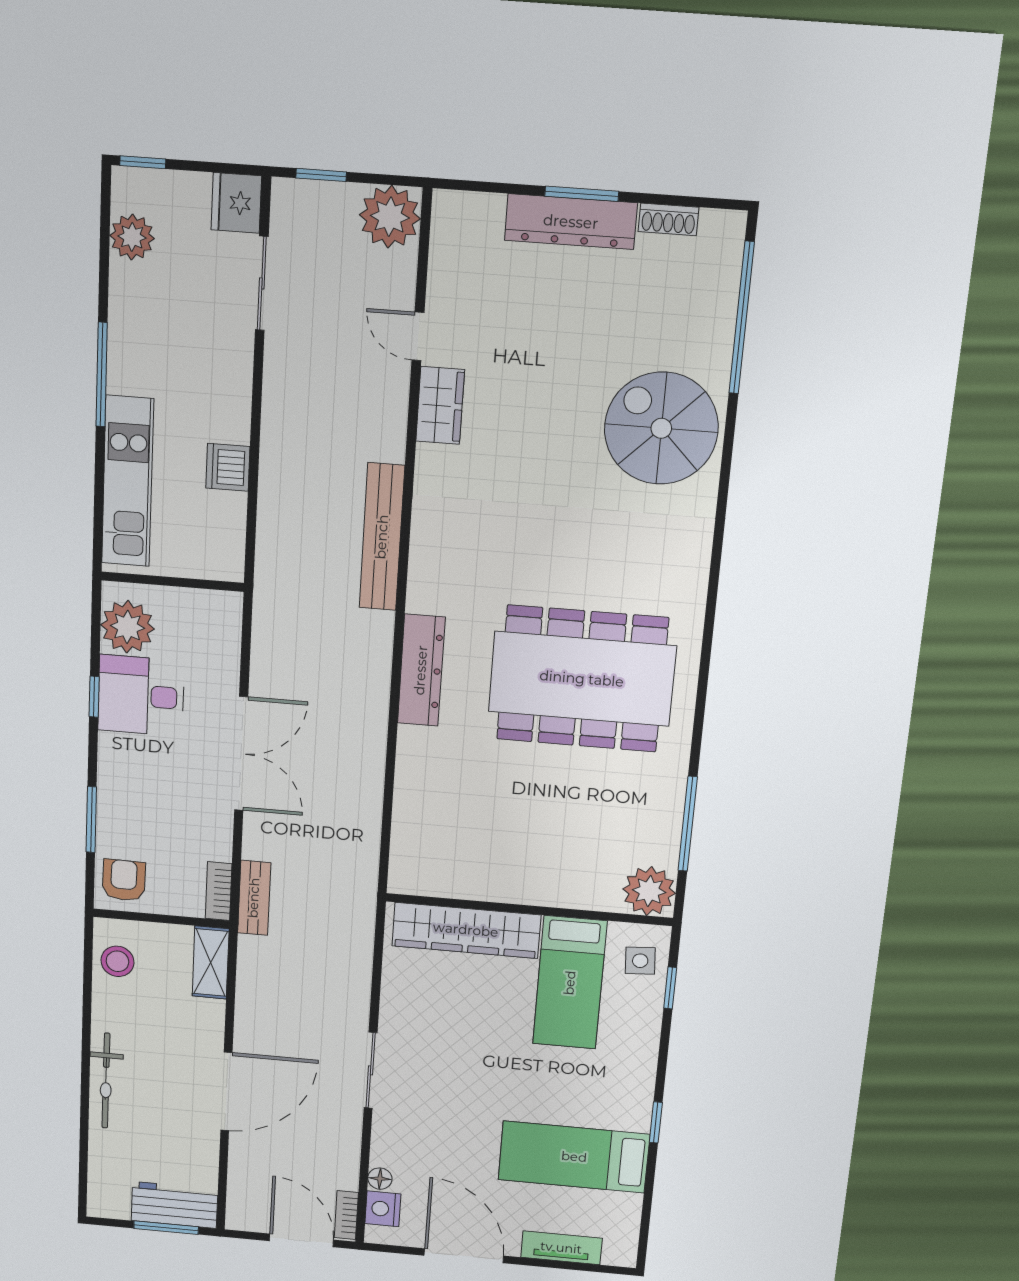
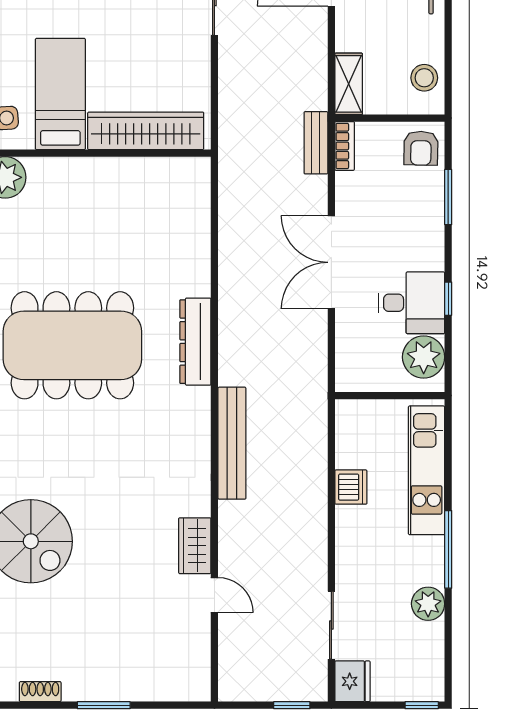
plant: (390, 217) -> (240, 679), removed
dresser: (571, 222) -> (110, 685), removed
plant: (132, 237) -> (428, 604), moved

